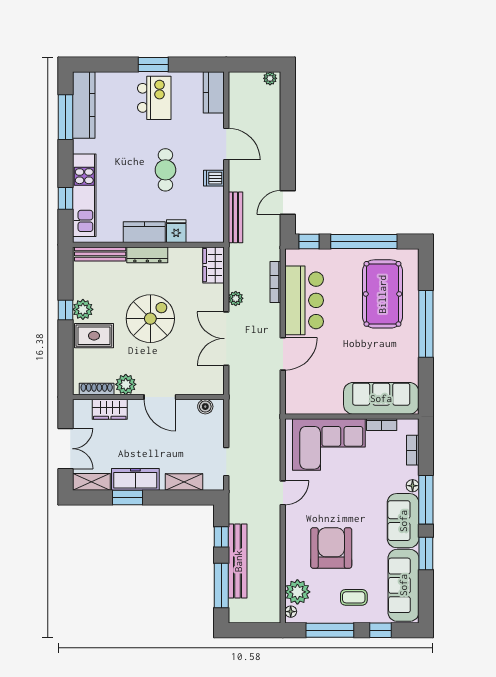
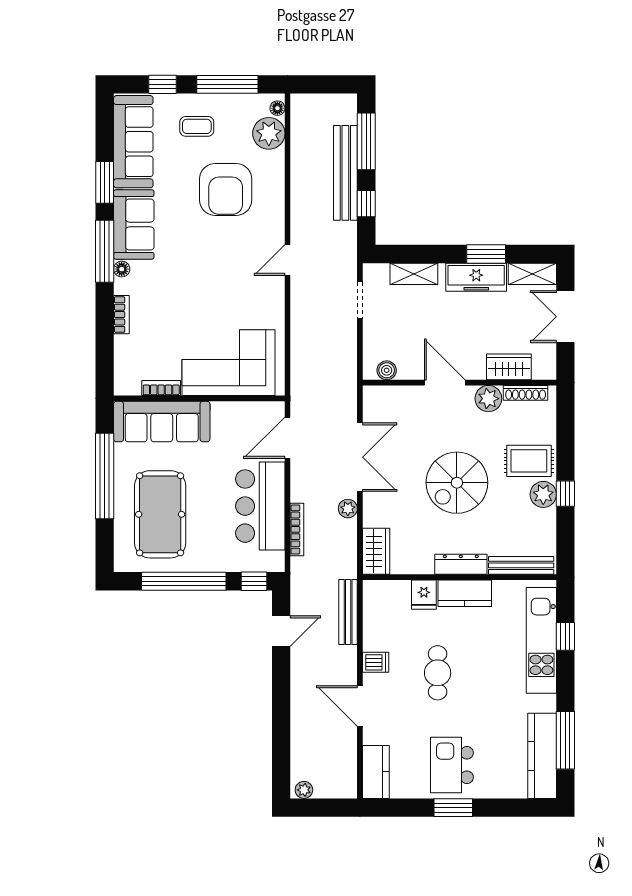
sofa: (381, 398) -> (162, 422), moved
wall: (352, 416) -> (199, 398), moved
bookcase: (382, 425) -> (161, 388), moved
corner sofa: (329, 444) -> (229, 363), moved

